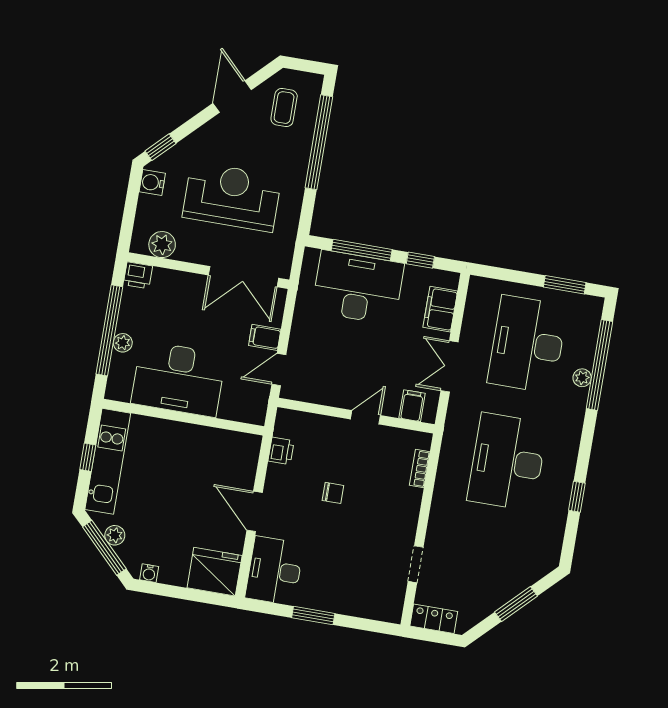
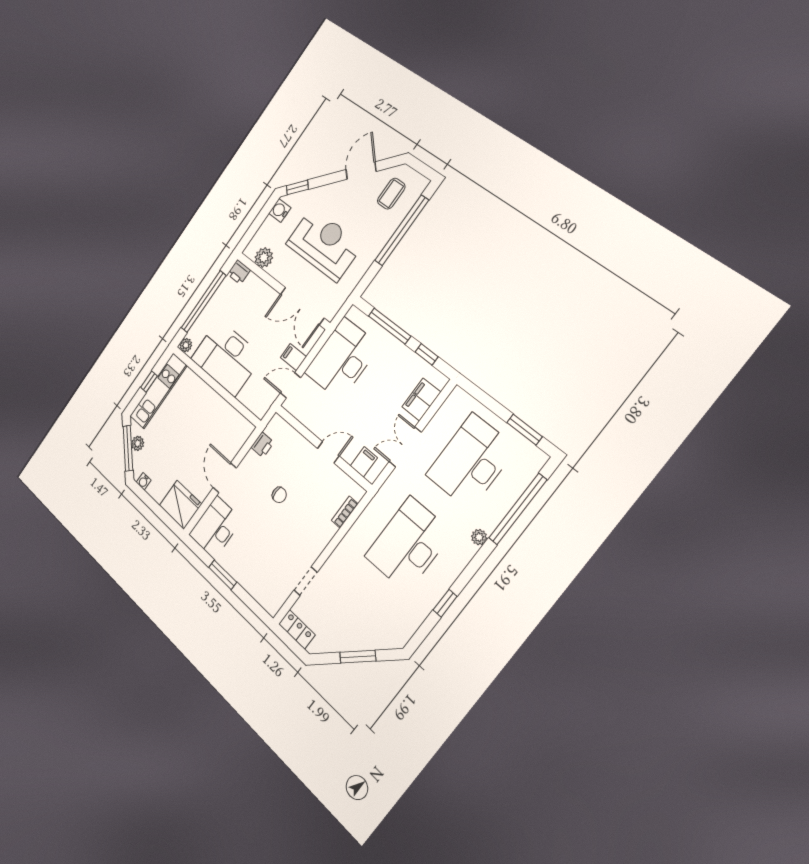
desk: (358, 287) -> (342, 359), moved, turned -90
plant: (123, 343) -> (186, 345), moved
plant: (582, 378) -> (479, 537), moved

